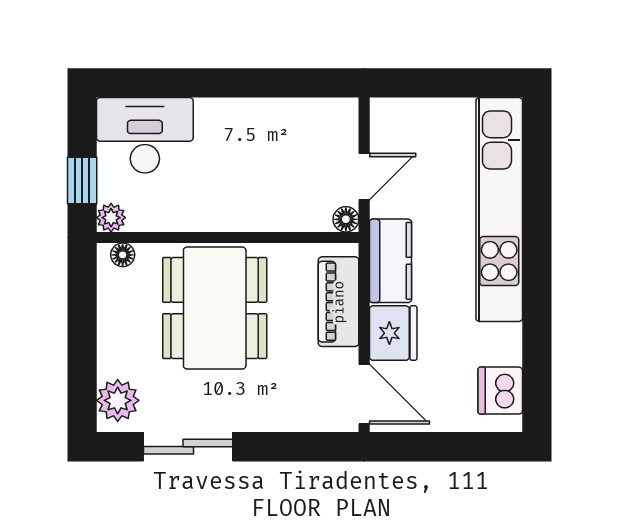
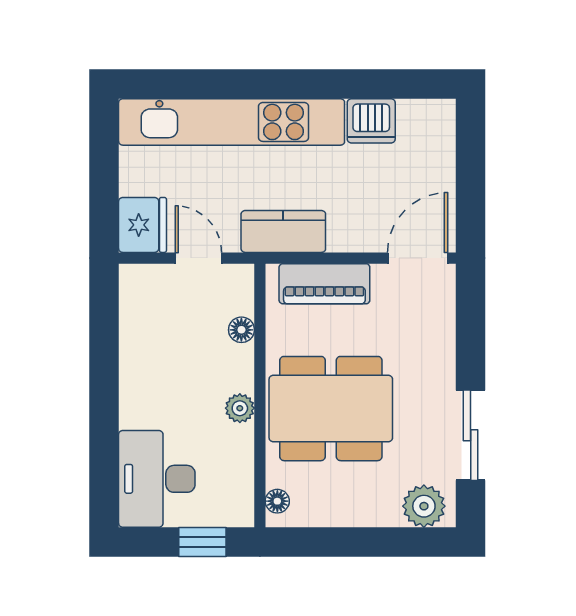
plant: (111, 218) -> (240, 408), moved
floor lamp: (346, 219) -> (241, 330), moved
fridge: (393, 333) -> (142, 225), moved, turned 90
dishwasher: (500, 391) -> (371, 121), moved

